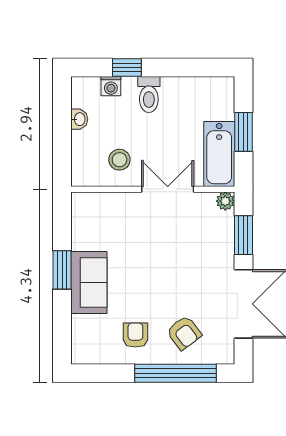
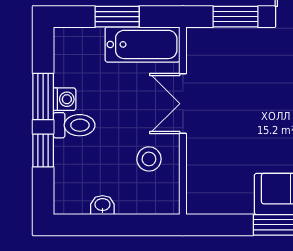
window: (174, 67) -> (43, 97), added
washing machine: (111, 86) -> (65, 99), moved
plant: (225, 201) -> (197, 37), removed

